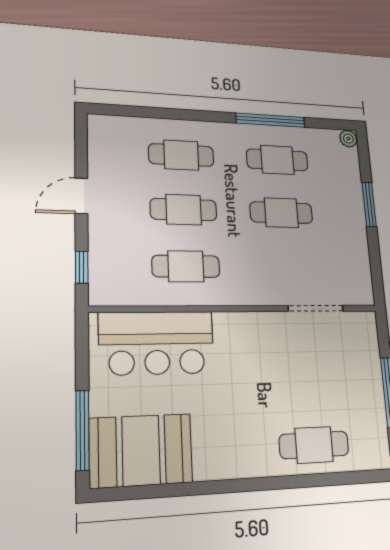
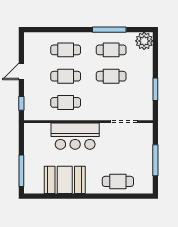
plant: (348, 139) -> (144, 41), width x1.87, depth x1.87
window: (369, 204) -> (155, 89), moved
bar counter: (157, 343) -> (75, 136), moved
booth: (141, 450) -> (65, 180), moved

